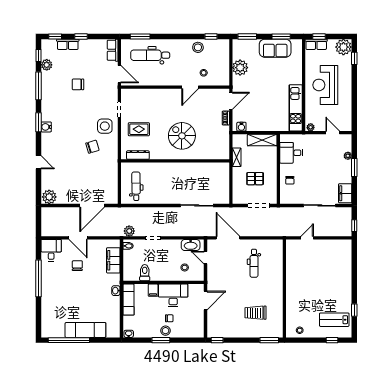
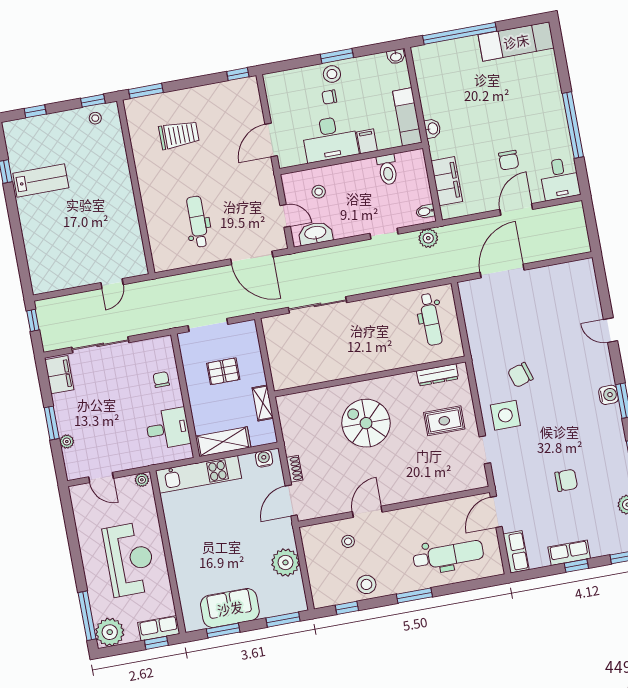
window: (140, 37) -> (414, 595), moved
row of seats: (68, 44) -> (569, 553), moved
window: (354, 58) -> (87, 616), width x2.17
door: (119, 74) -> (496, 512), hinge flipped
kitchen unit: (296, 108) -> (199, 474), moved, turned 90
spiral stairs: (182, 136) -> (366, 423), turned 180
plant: (49, 197) -> (580, 272), removed
door: (78, 238) -> (516, 209), hinge flipped
lab bench: (334, 320) -> (41, 180), moved
exam couch: (85, 330) -> (516, 41), moved
window: (69, 340) -> (460, 33), moved
window: (299, 340) -> (93, 101), added

